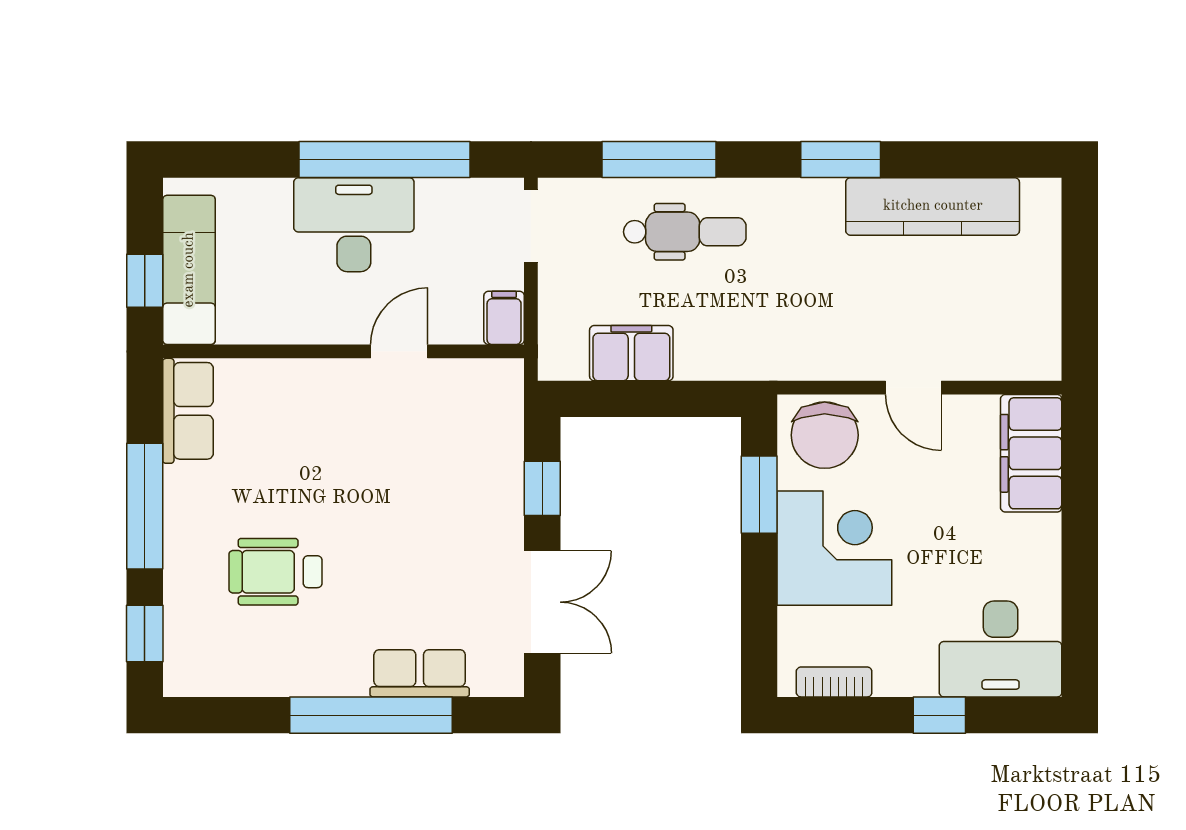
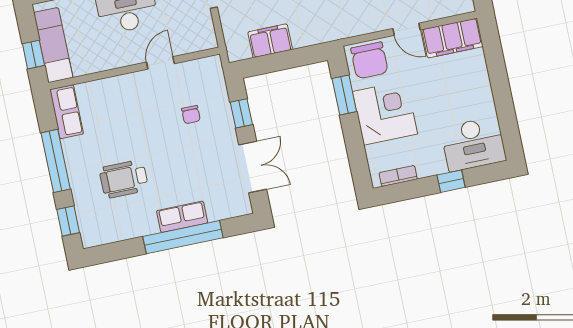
filing cabinet: (504, 318) -> (207, 37), removed
filing cabinet: (1031, 453) -> (452, 38), moved, turned -90
chair: (439, 469) -> (191, 115), added
row of seats: (420, 673) -> (182, 217), moved

